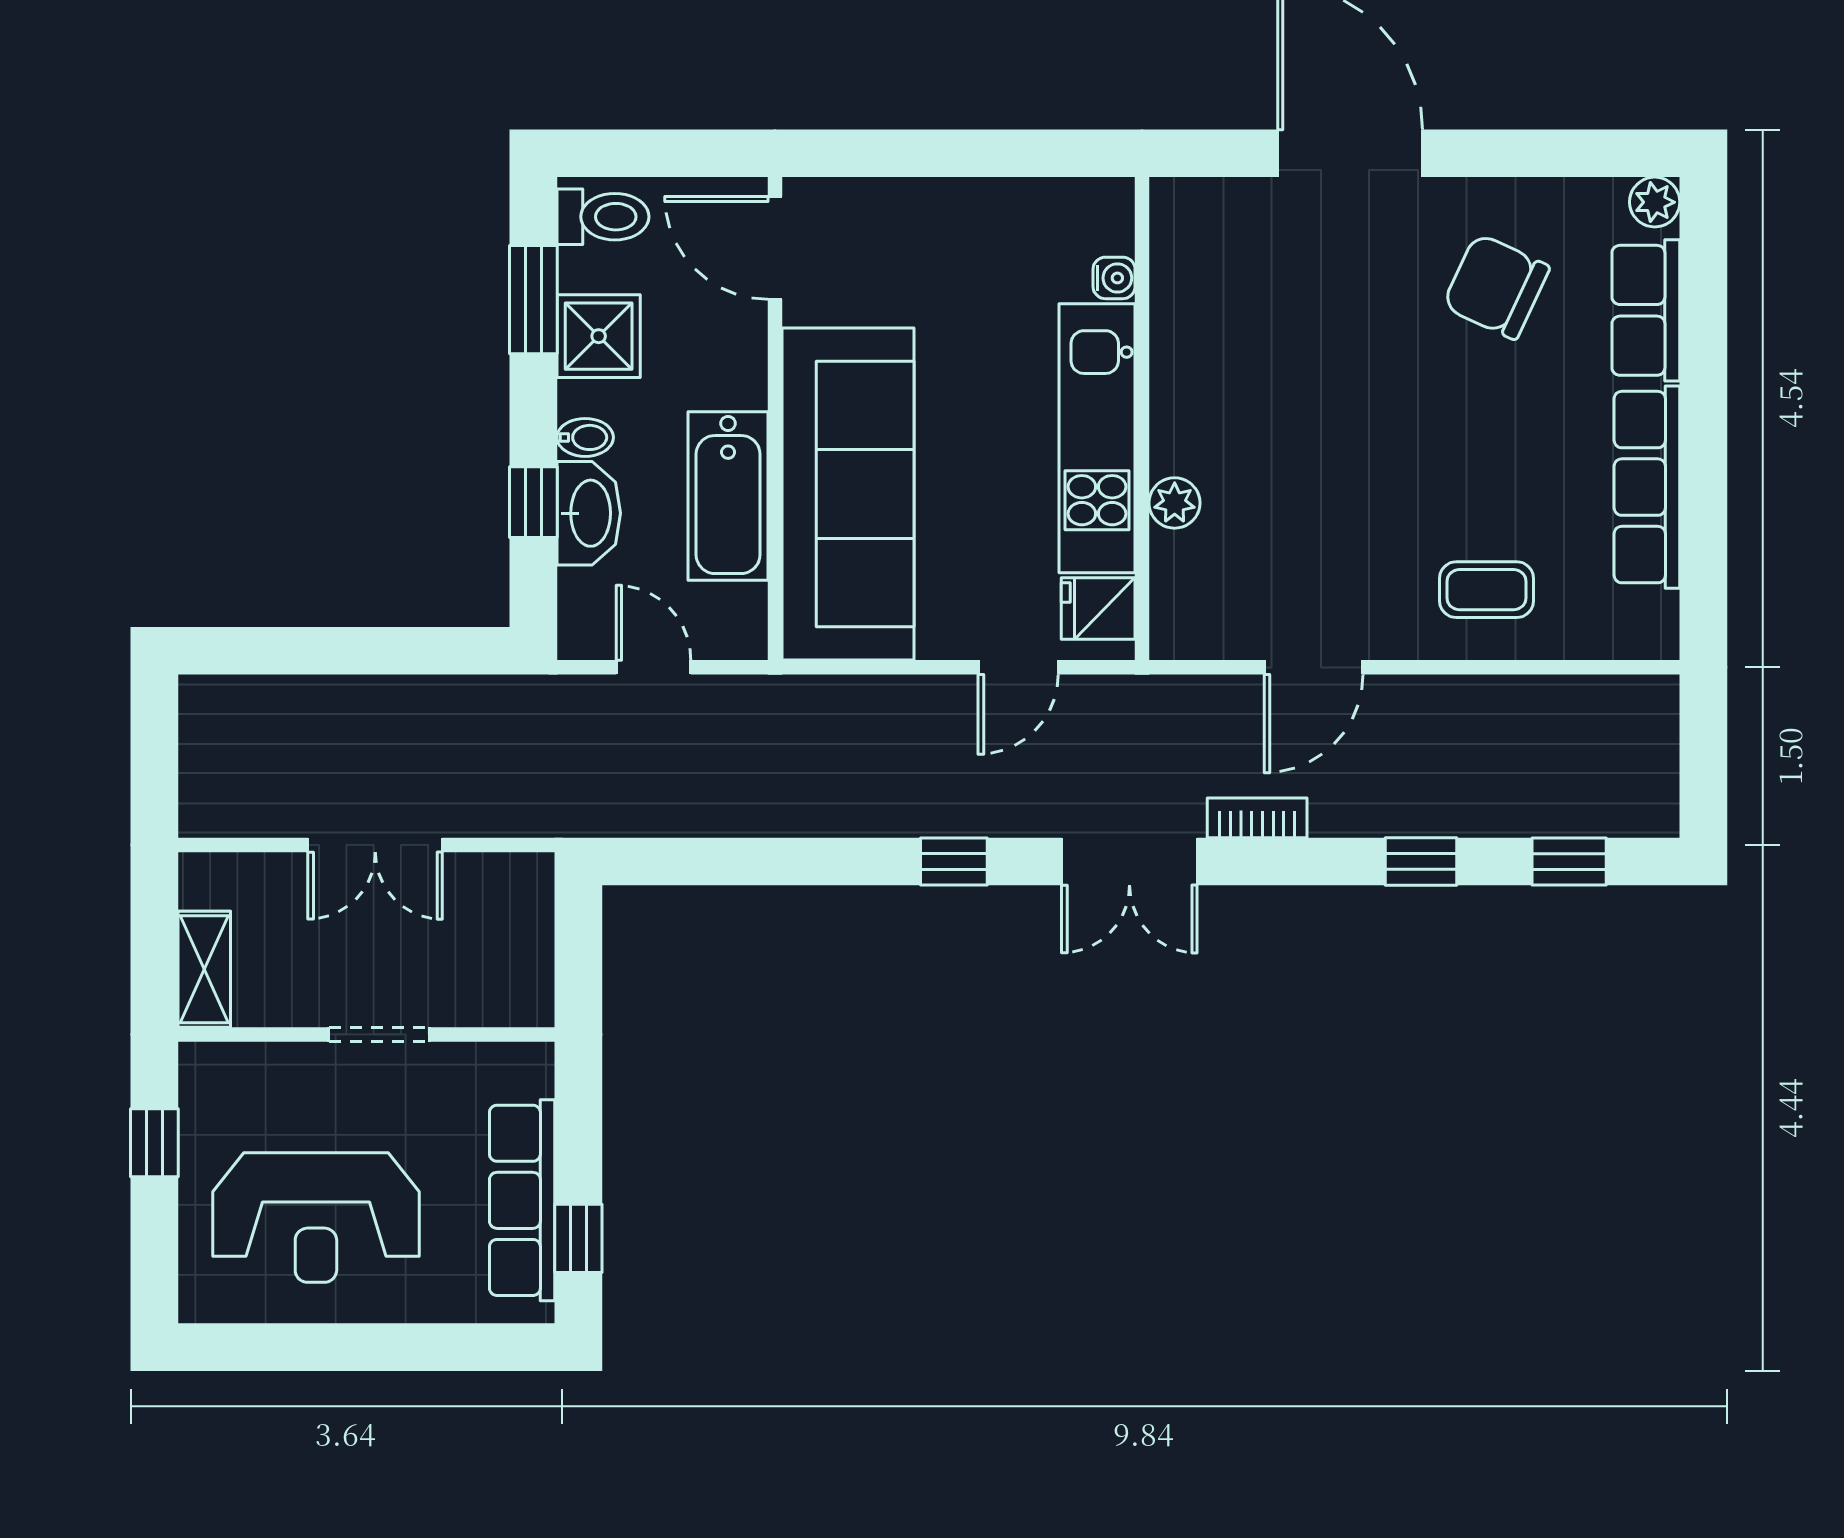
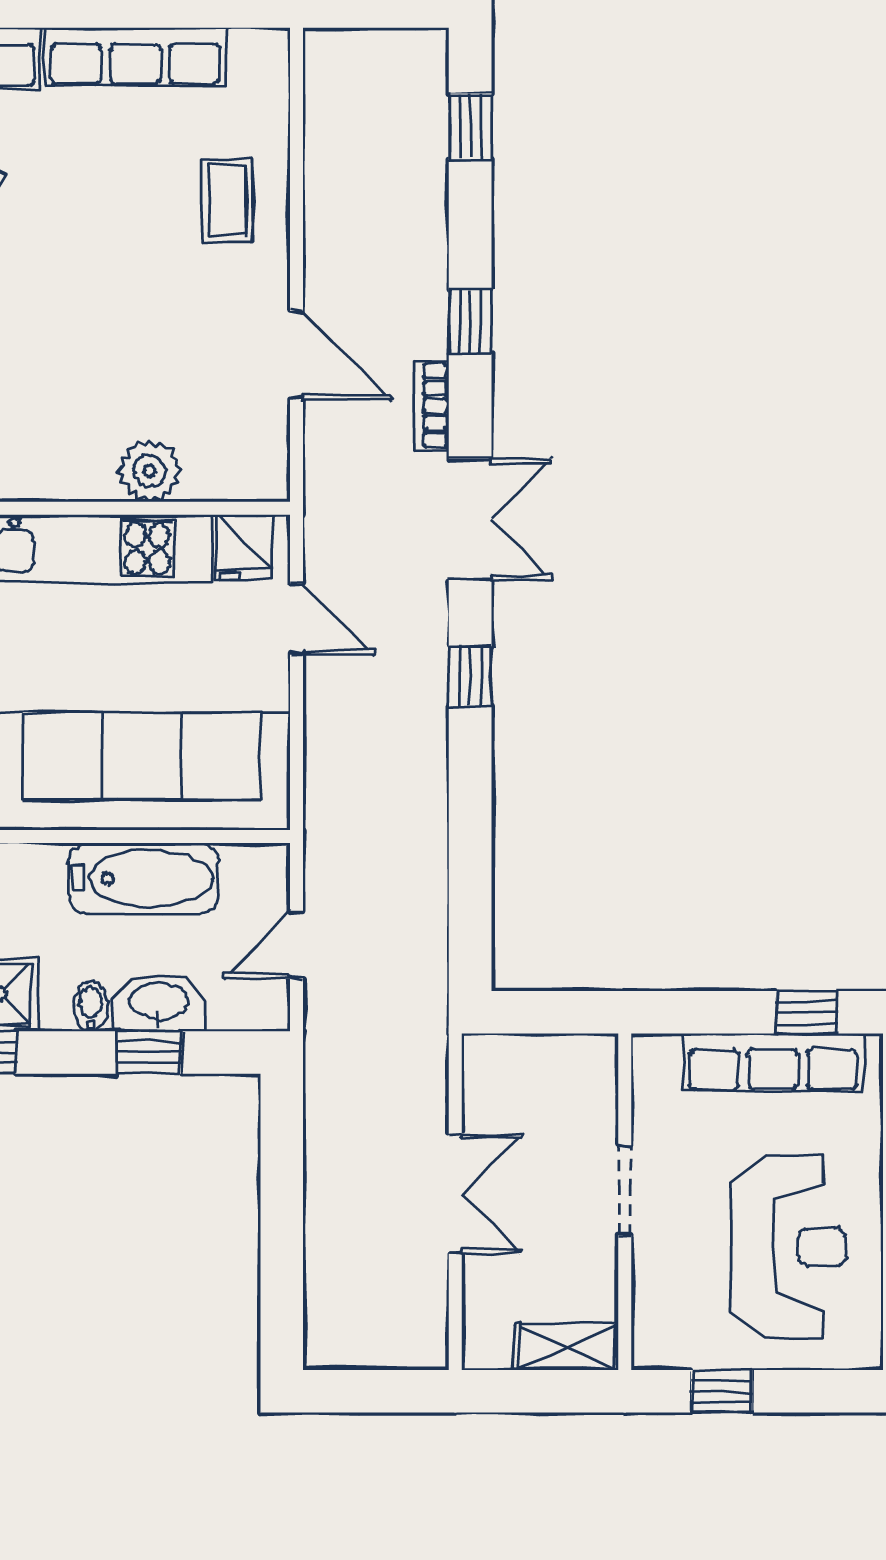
plant: (1175, 503) -> (150, 471), width x1.38, depth x1.38
window: (1421, 862) -> (470, 321), moved

